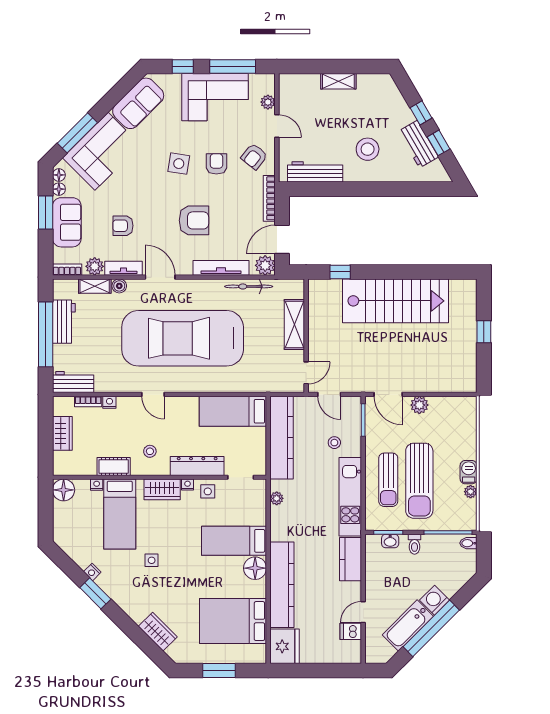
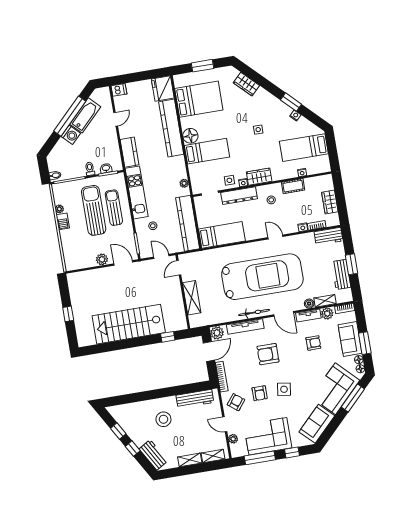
shelving: (302, 81) -> (213, 456), added
workbench: (418, 144) -> (153, 455), moved
bicycle: (249, 286) -> (254, 313), moved
window: (46, 334) -> (351, 264), width x0.47
floor lamp: (64, 490) -> (323, 165), removed
bed: (120, 514) -> (304, 148), moved, turned -90
dishwasher: (351, 631) -> (119, 90), moved

